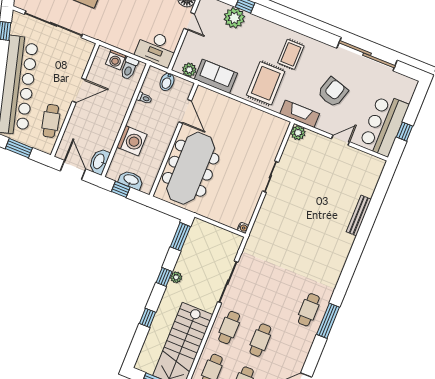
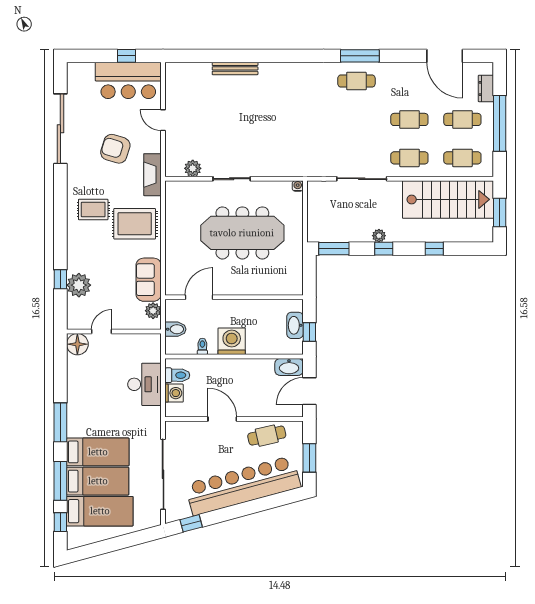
desk: (156, 48) -> (144, 384), moved
plant: (298, 133) -> (193, 168), moved
washing machine: (132, 141) -> (232, 341), moved
meeting table: (191, 168) -> (242, 233), moved

